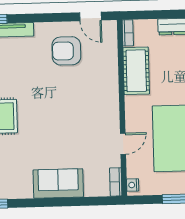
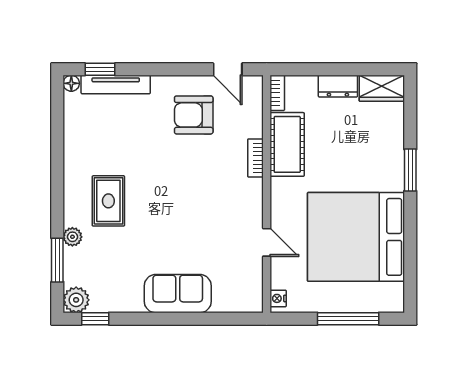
door: (123, 144) -> (267, 242), hinge flipped
bookcase: (116, 182) -> (255, 158), moved

